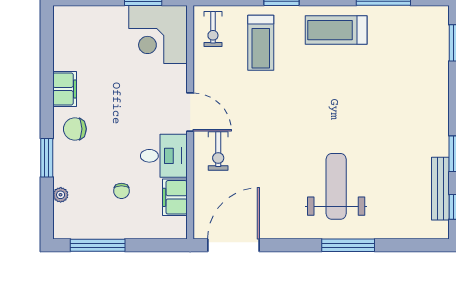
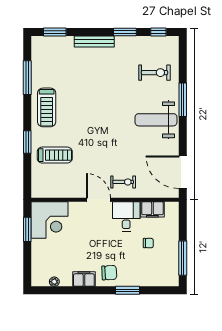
exercise bike: (213, 29) -> (155, 73), moved, width x1.38, depth x1.39
door: (190, 112) -> (99, 200), hinge flipped
chair: (75, 129) -> (109, 273), turned -93
weight bench: (336, 186) -> (156, 120), moved
bench: (440, 189) -> (94, 41), moved
plant: (61, 195) -> (54, 282), moved

